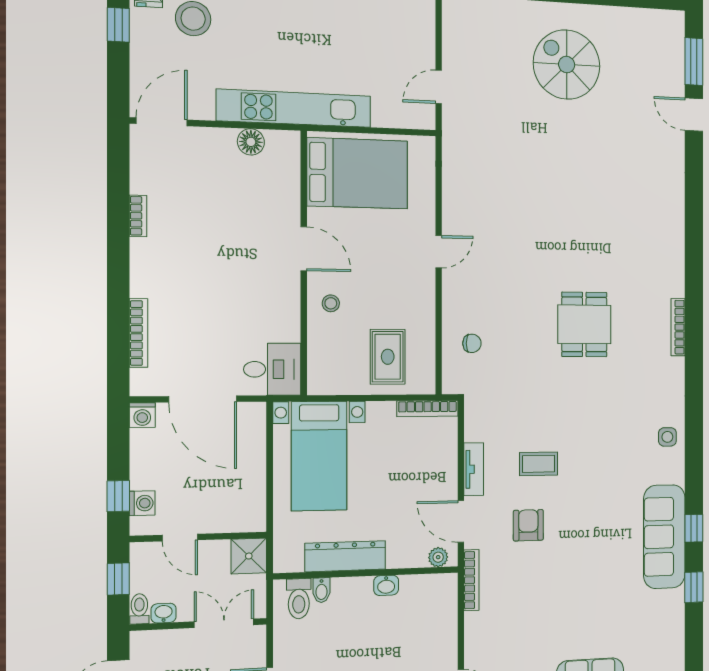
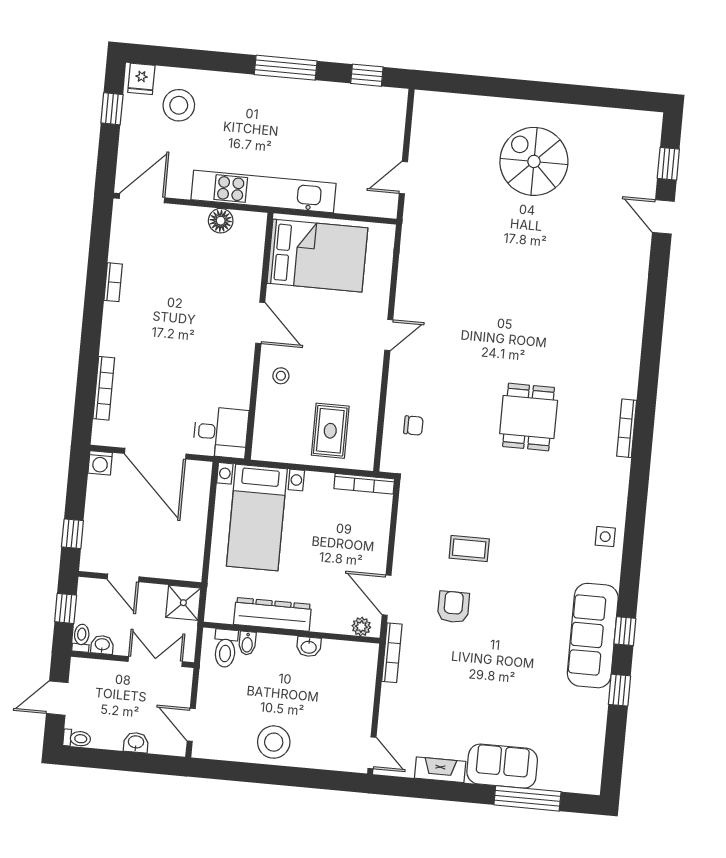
window: (694, 62) -> (668, 164), width x0.67
tv unit: (474, 469) -> (404, 547), removed
washing machine: (142, 503) -> (93, 543), removed

